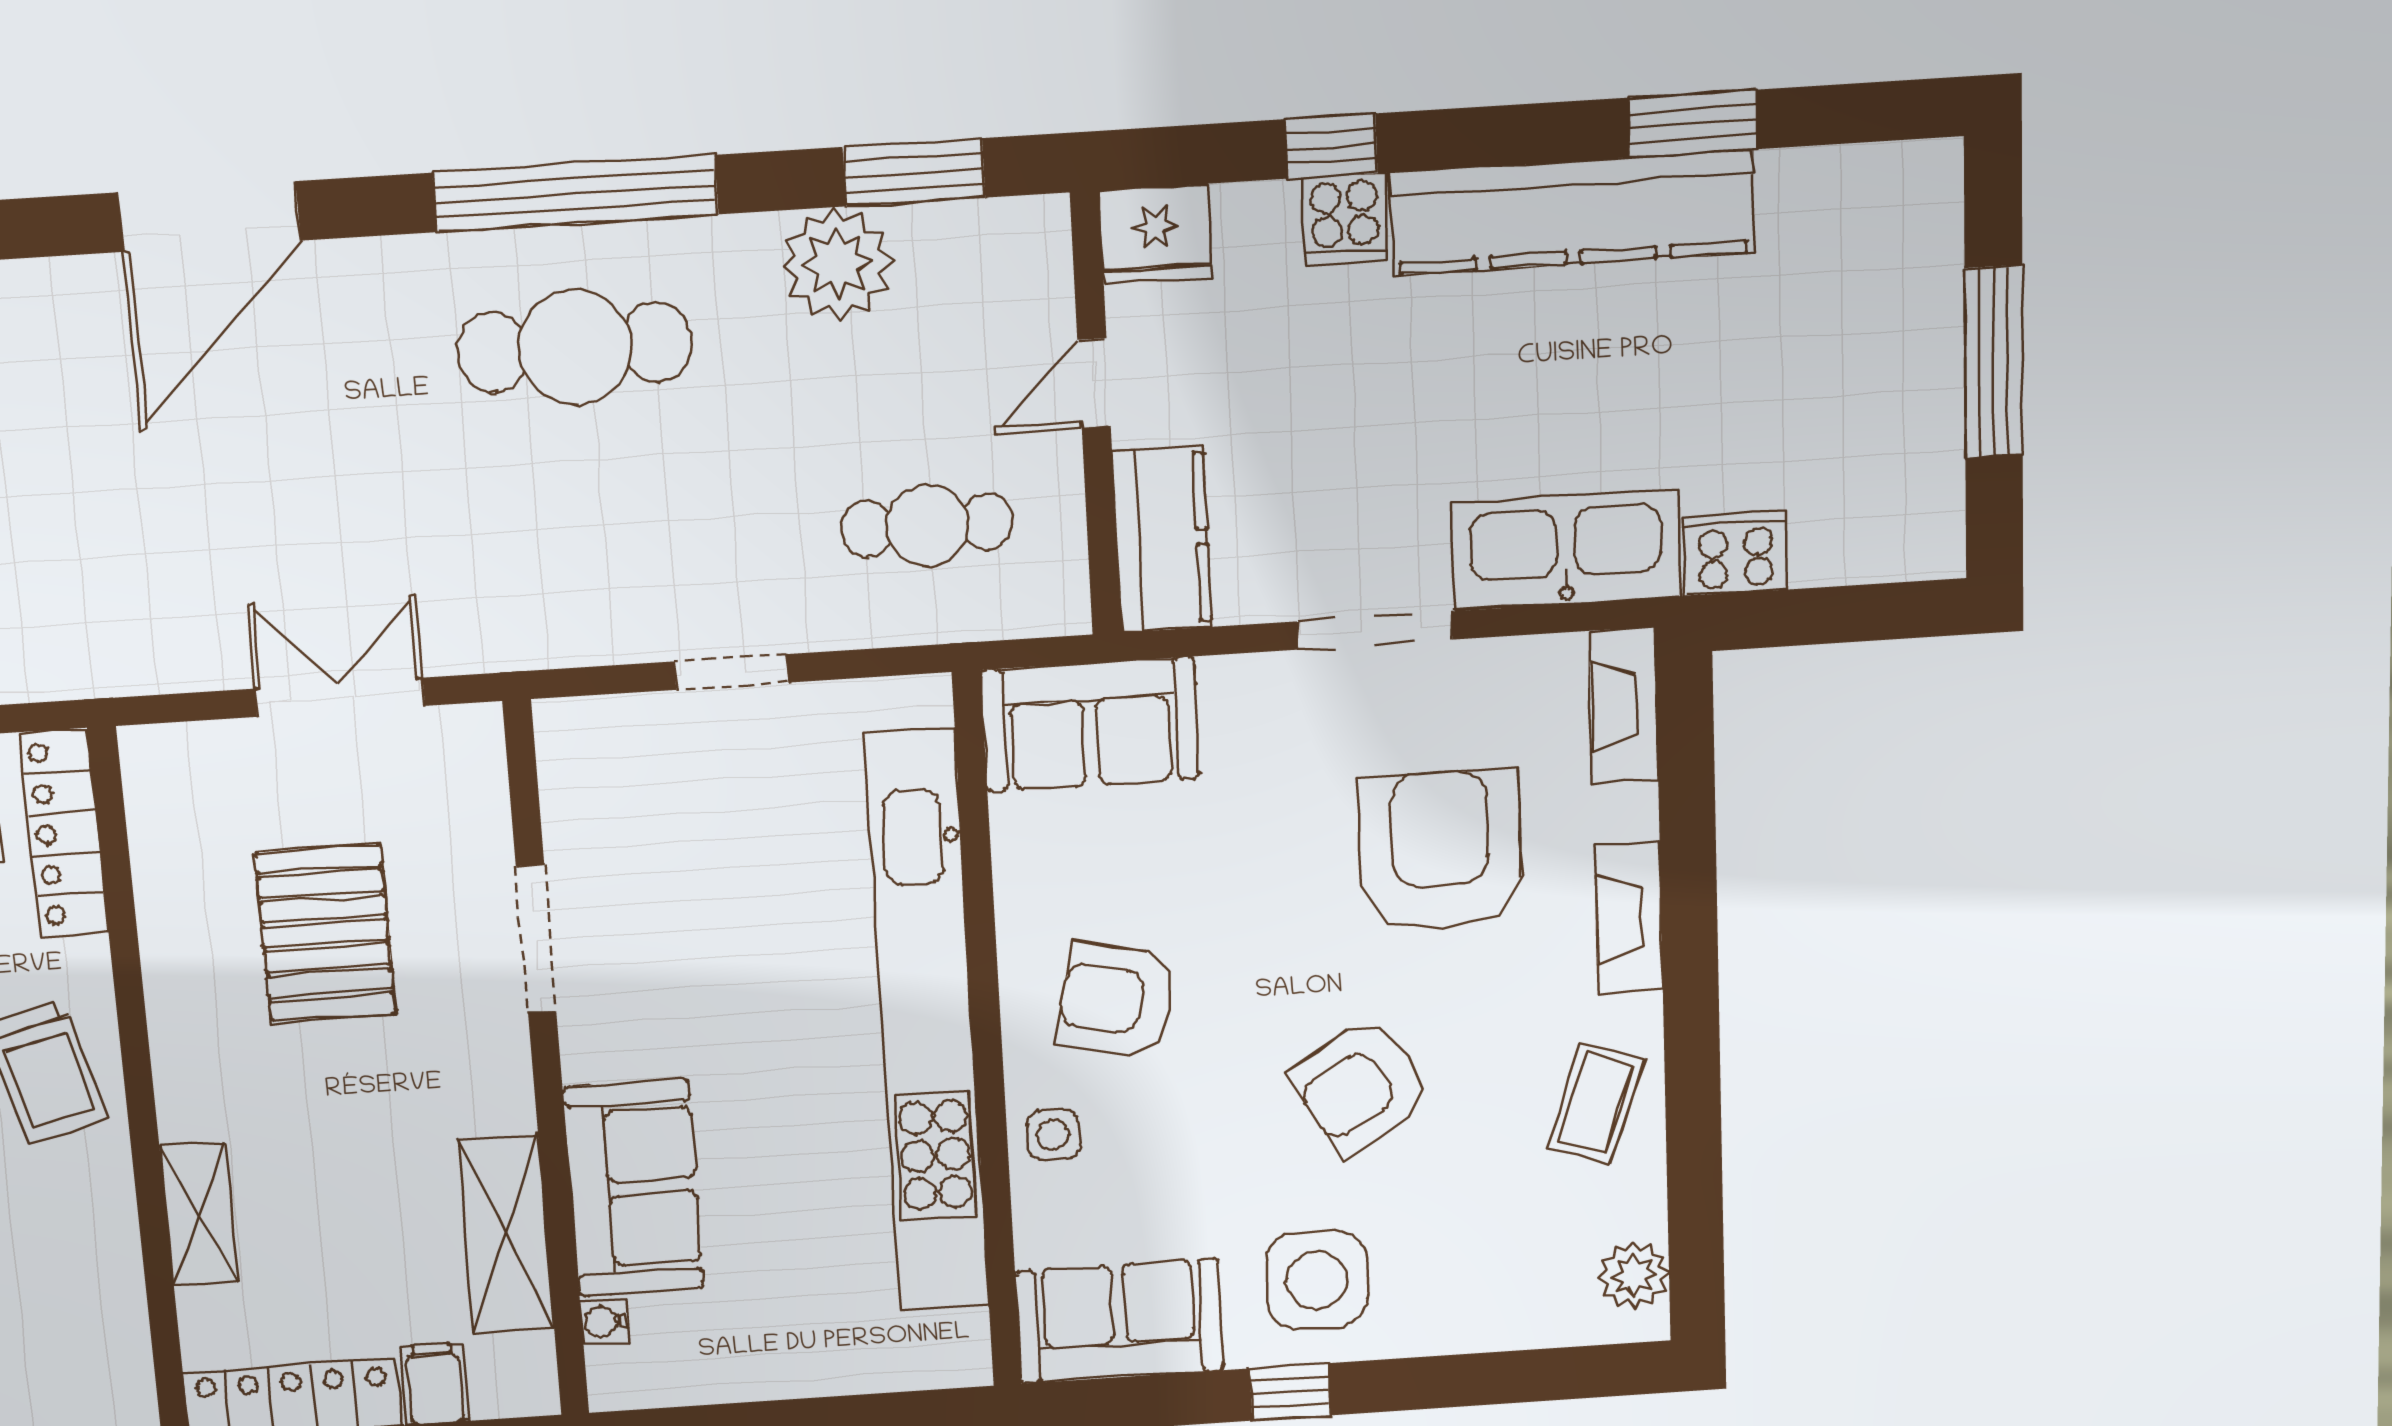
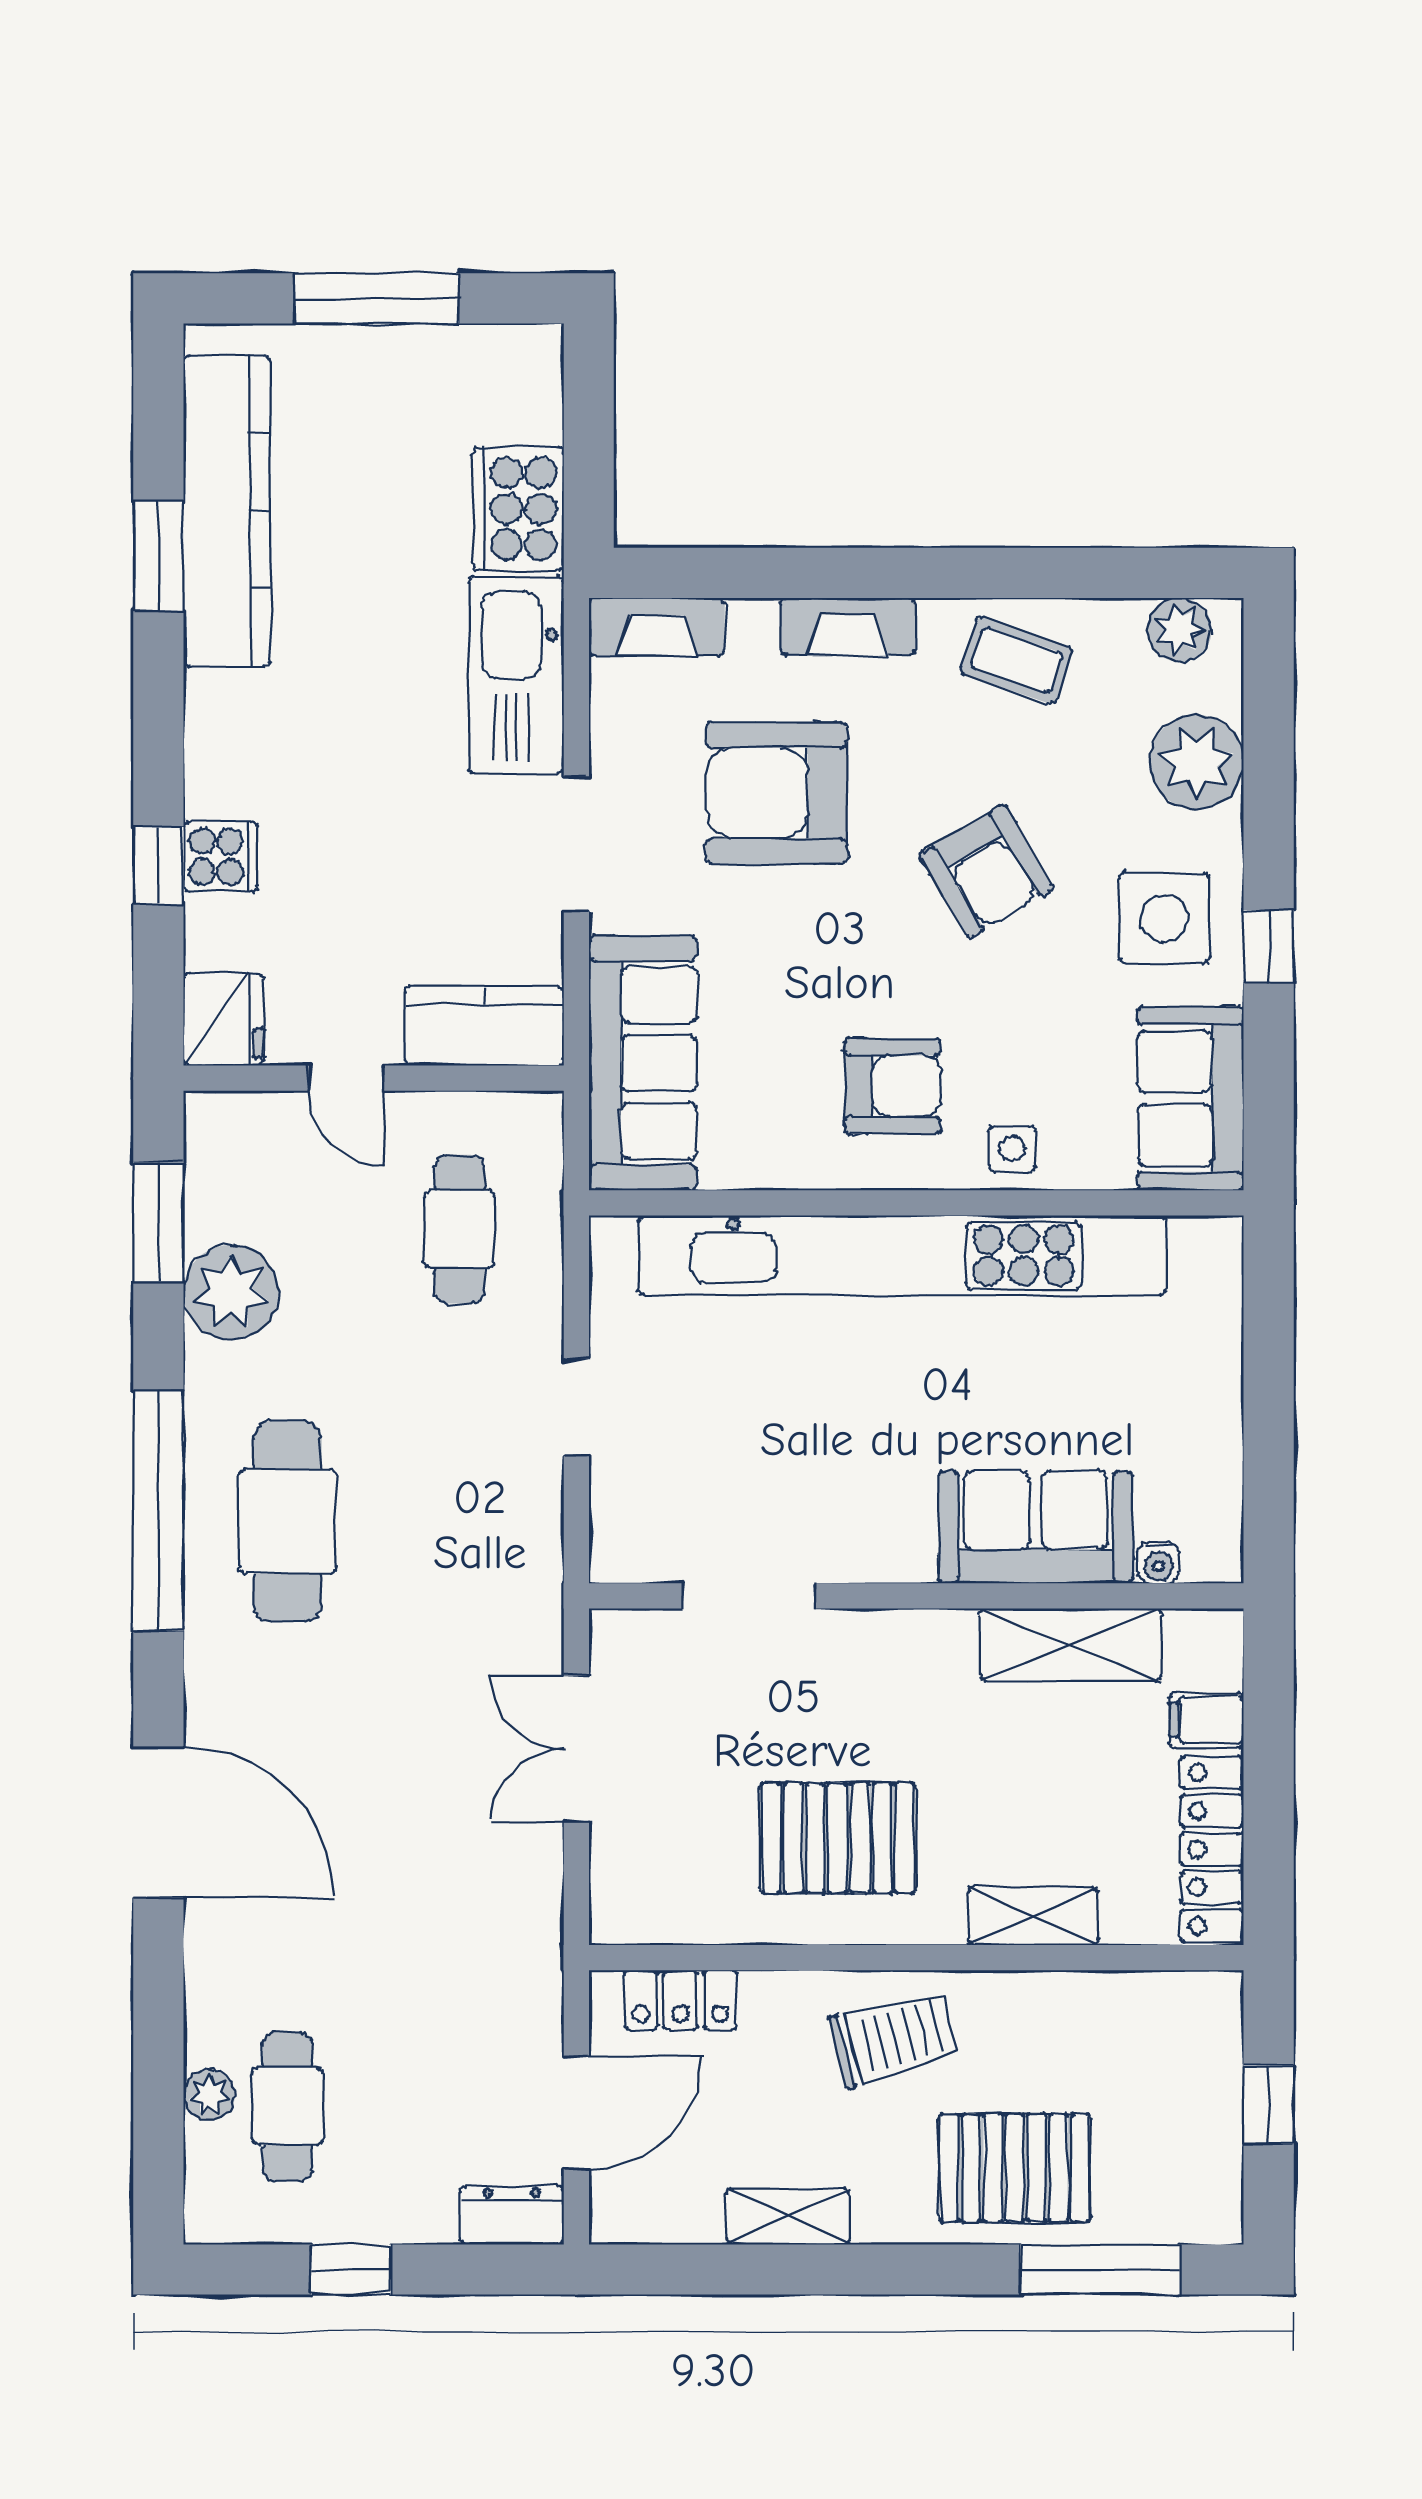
kitchen counter: (1572, 212) -> (227, 511), moved
cooker: (1736, 553) -> (518, 509), width x1.37, depth x1.31
sofa: (1090, 724) -> (643, 1063), width x1.36
locker: (64, 833) -> (681, 2000), width x0.66
pallet: (325, 933) -> (838, 1838), moved
doorway: (536, 939) -> (749, 1596), moved
armchair: (1117, 1001) -> (893, 1086), turned -103
plant: (1489, 1303) -> (1196, 762), added

